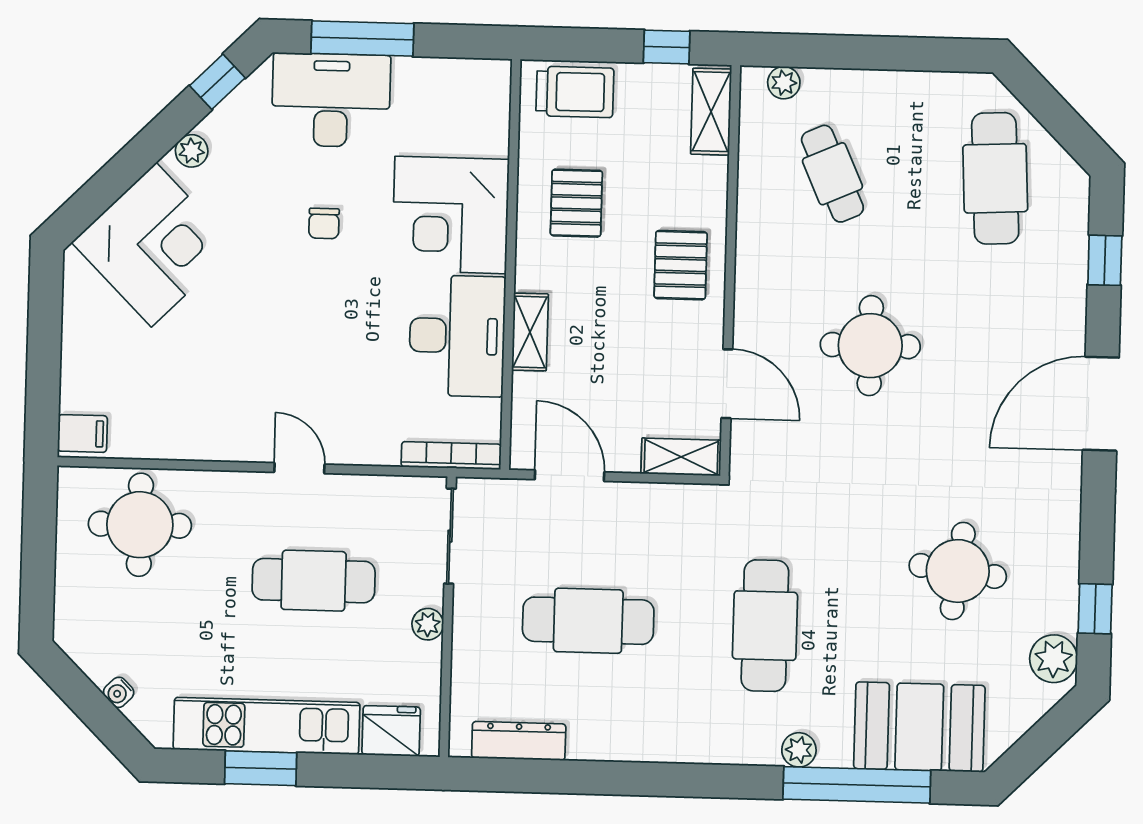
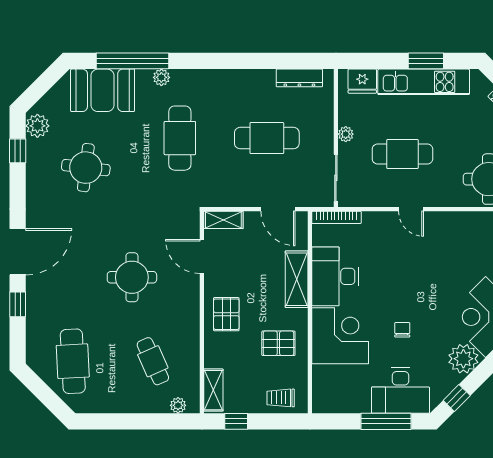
trolley: (575, 92) -> (281, 398), width x0.73, depth x0.72
plant: (192, 151) -> (463, 359), width x1.88, depth x1.88
pallet: (576, 203) -> (278, 343), turned 90
window: (1105, 260) -> (18, 304), moved
shelving: (530, 332) -> (297, 279), width x1.50, depth x1.33

